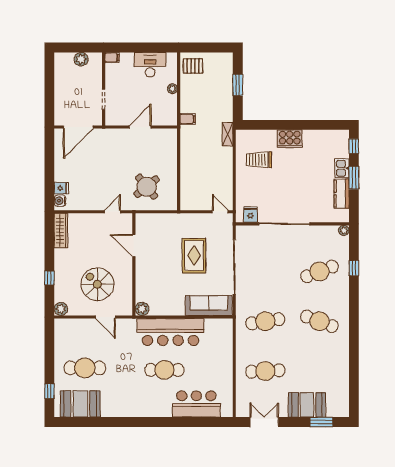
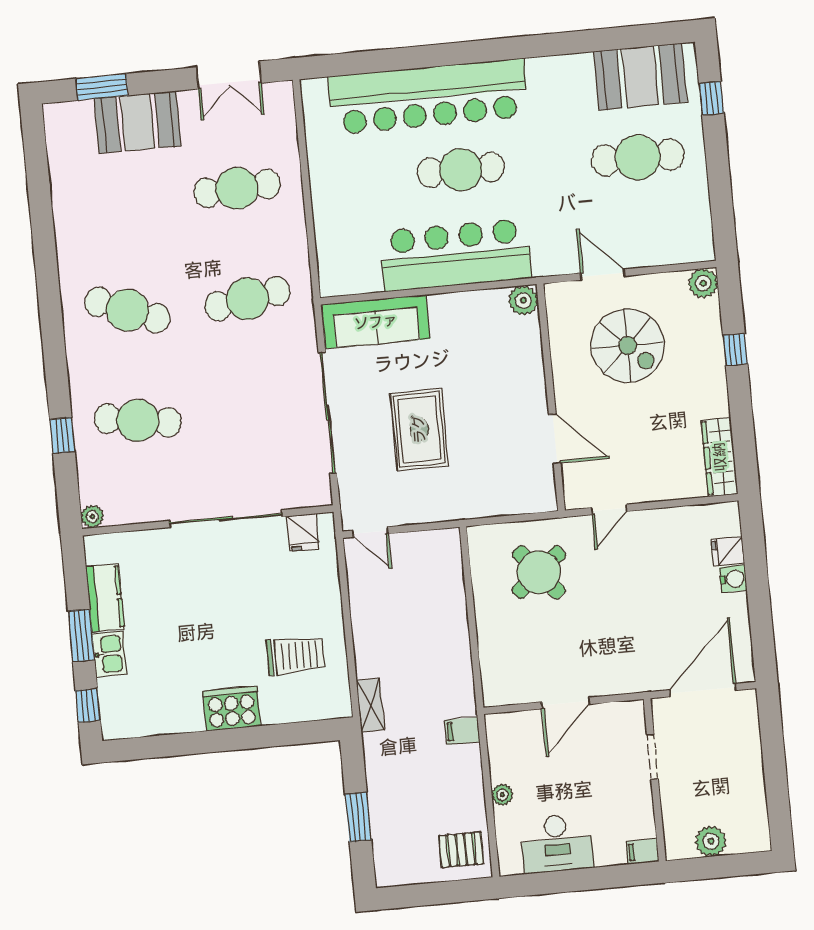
water cooler: (60, 201) -> (733, 579), moved
cafe table: (319, 271) -> (138, 420), turned 30
bar counter: (196, 404) -> (428, 97), width x1.86

